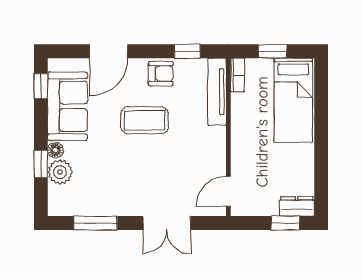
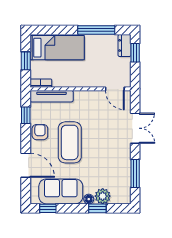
coffee table: (144, 120) -> (70, 142), width x1.36, depth x1.32
window: (321, 162) -> (96, 30), added

